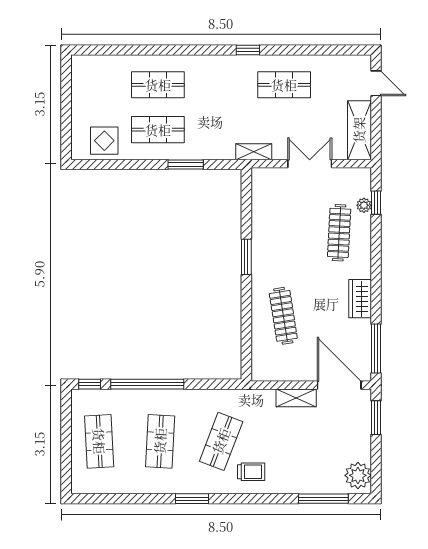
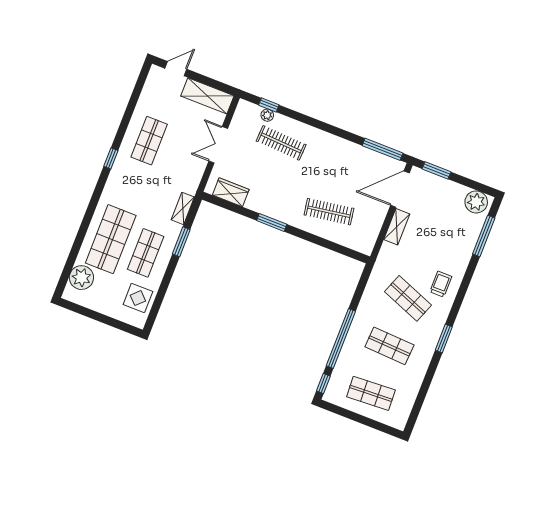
plant: (103, 69) -> (81, 278), added
shop shelf: (158, 85) -> (111, 239), width x1.43, depth x1.36
shelving: (254, 152) -> (183, 208), moved
wardrobe: (360, 299) -> (231, 192), moved, turned 180

